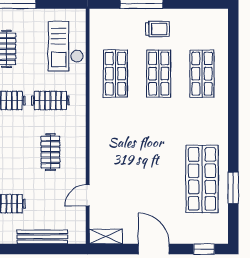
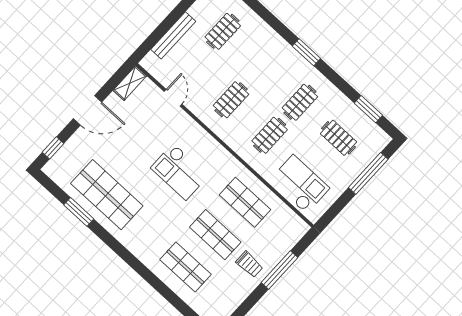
trolley: (157, 29) -> (249, 264), turned -90
checkout: (137, 141) -> (180, 172), added
clothes rail: (50, 152) -> (231, 100), turned 90

